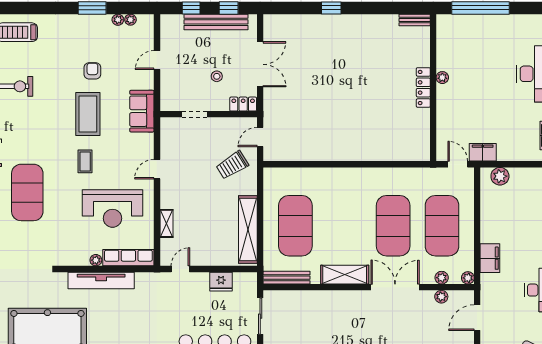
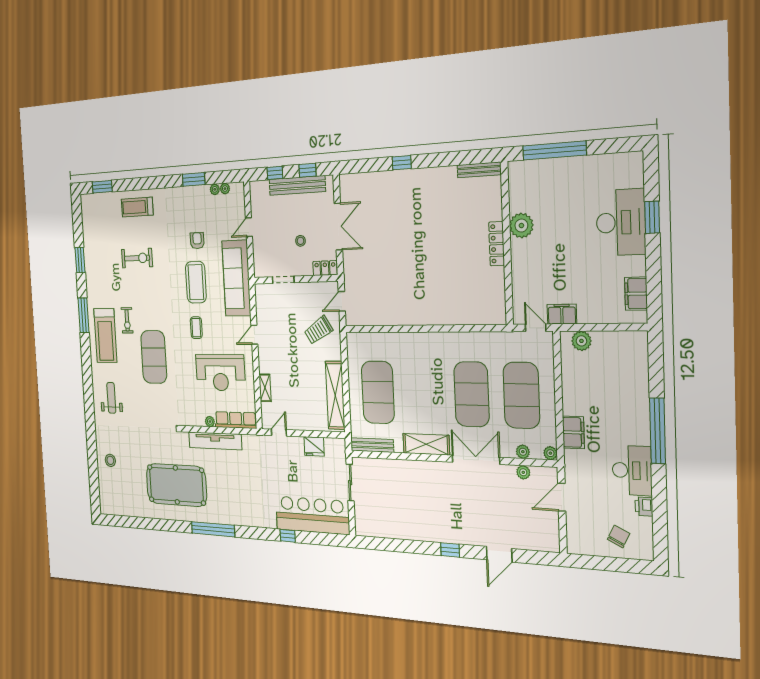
bench: (415, 20) -> (479, 170), width x1.36
plant: (442, 78) -> (521, 226), width x1.88, depth x1.88
sofa: (142, 111) -> (236, 278), width x1.85, depth x1.27

